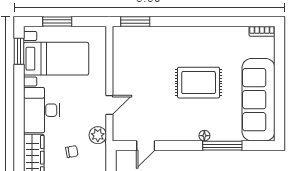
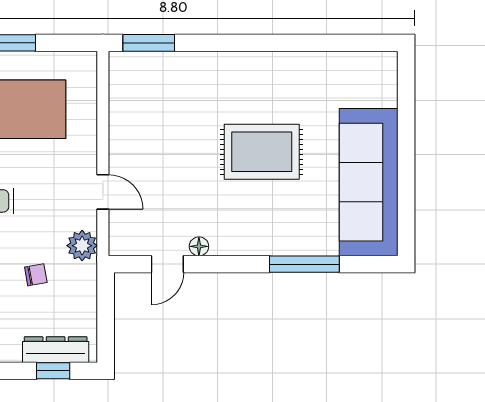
bookcase: (262, 31) -> (375, 60), removed
door: (109, 105) -> (103, 192), hinge flipped
floor lamp: (204, 136) -> (199, 246), moved

